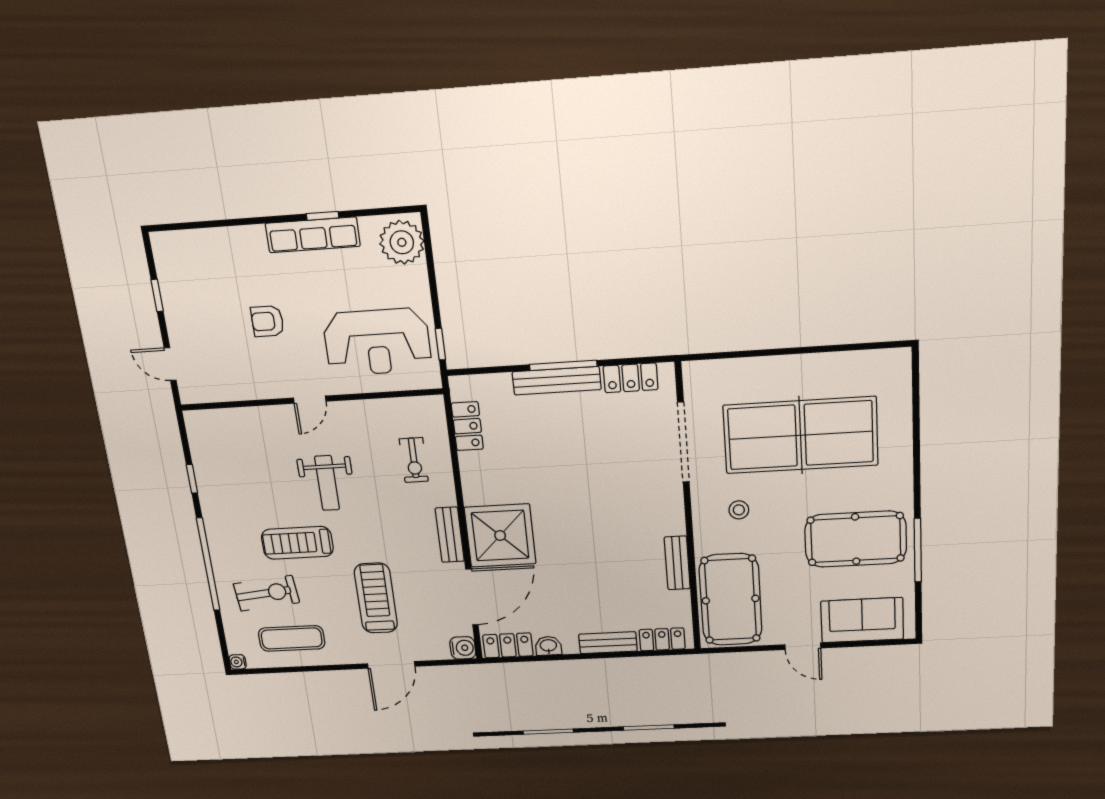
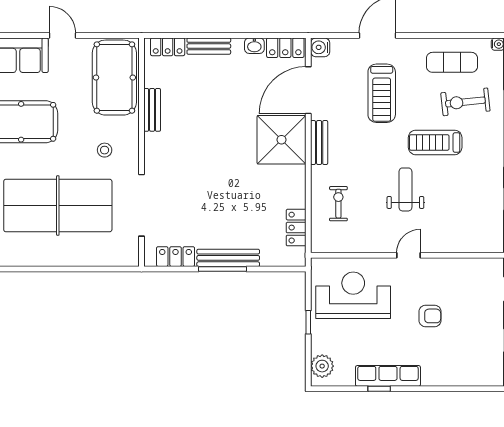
plant: (402, 242) -> (322, 366), width x0.73, depth x0.73
window: (440, 344) -> (308, 322), moved
treadmill: (297, 543) -> (435, 142), turned 180

